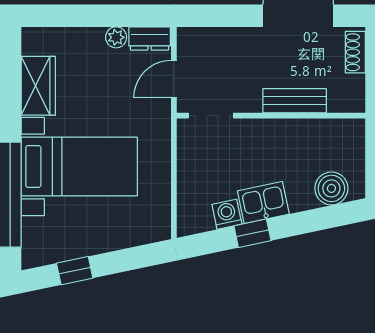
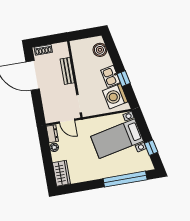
wardrobe: (38, 86) -> (61, 173), moved, turned 90
bed with nightstands: (79, 166) -> (117, 139), moved, turned -102
washing machine: (227, 214) -> (115, 96), width x1.89, depth x1.89

